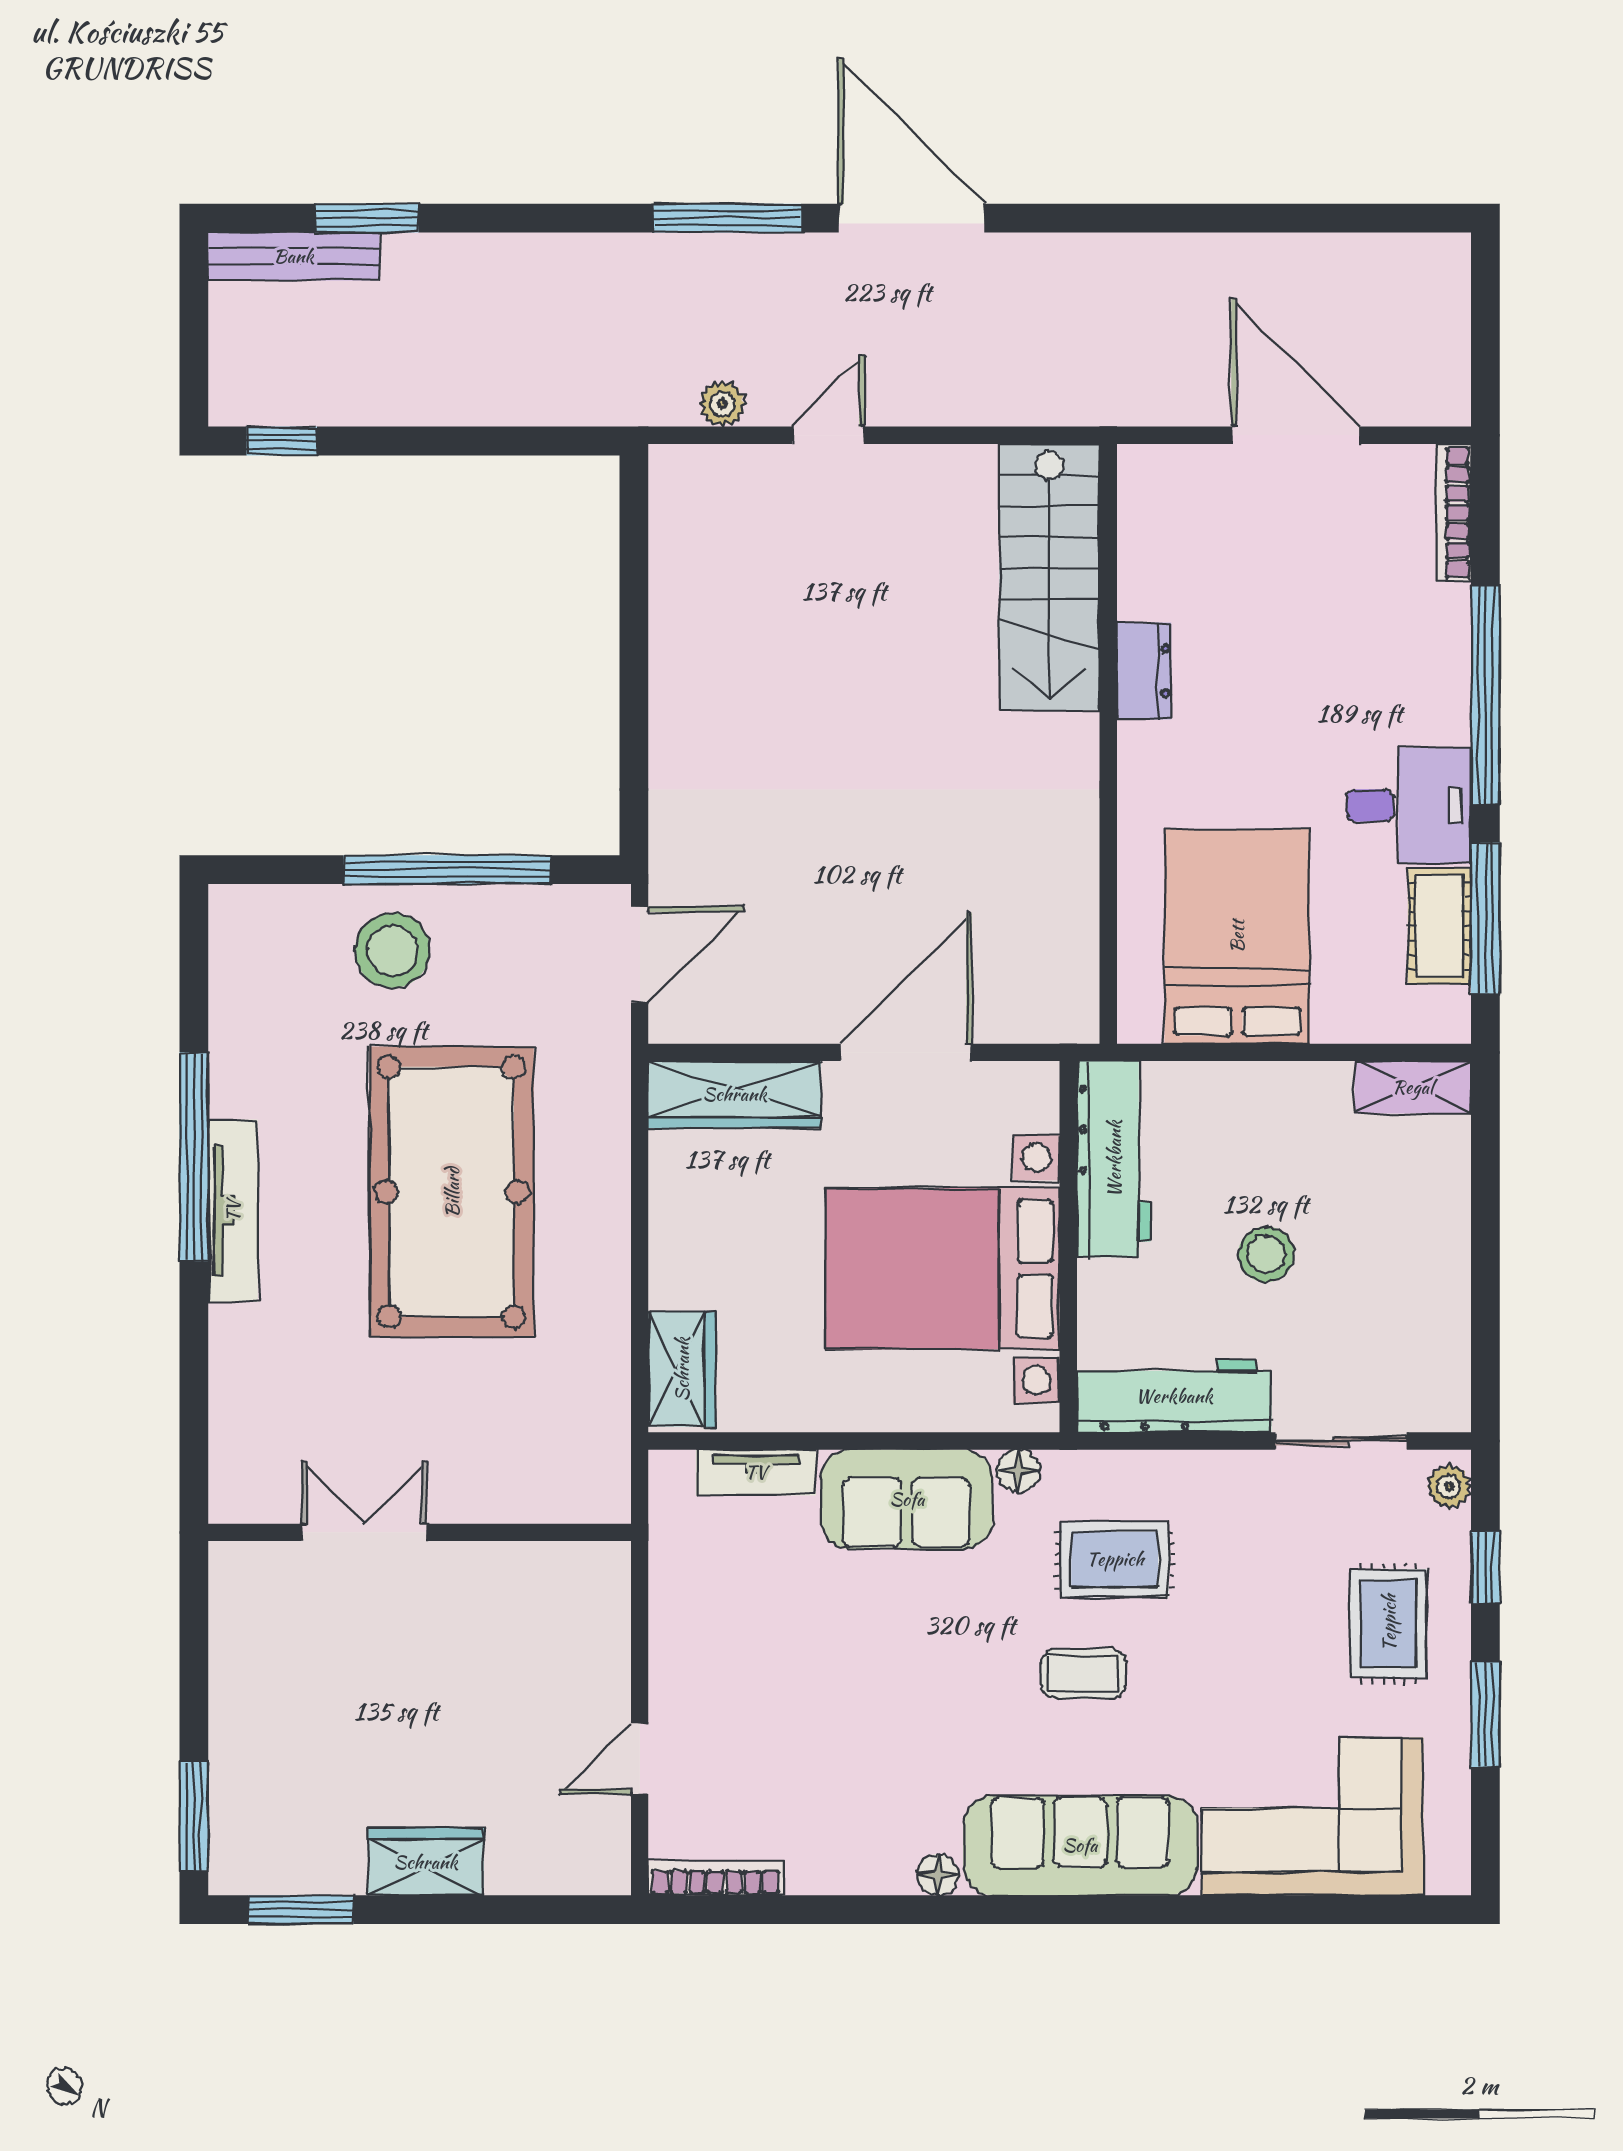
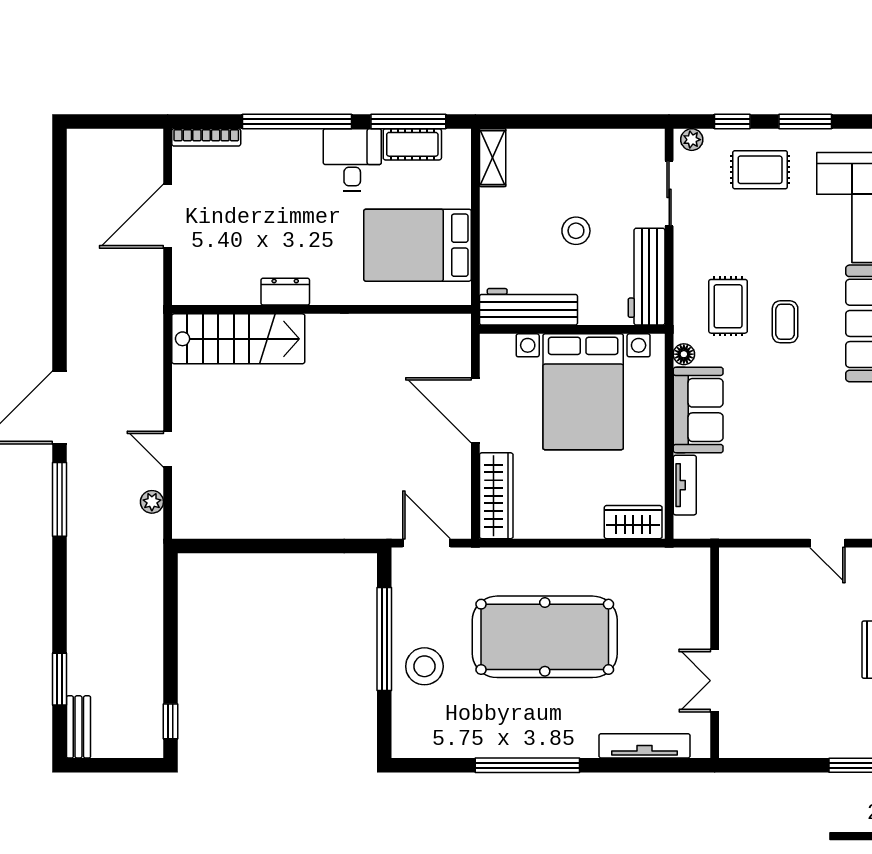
bench: (294, 256) -> (78, 727), width x0.73
tv unit: (233, 1211) -> (645, 746), moved

